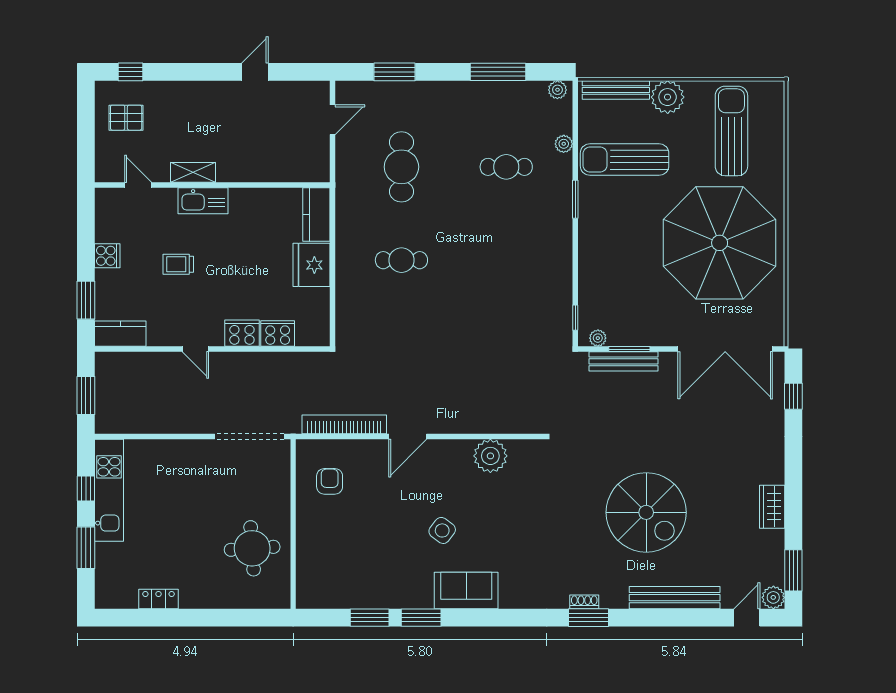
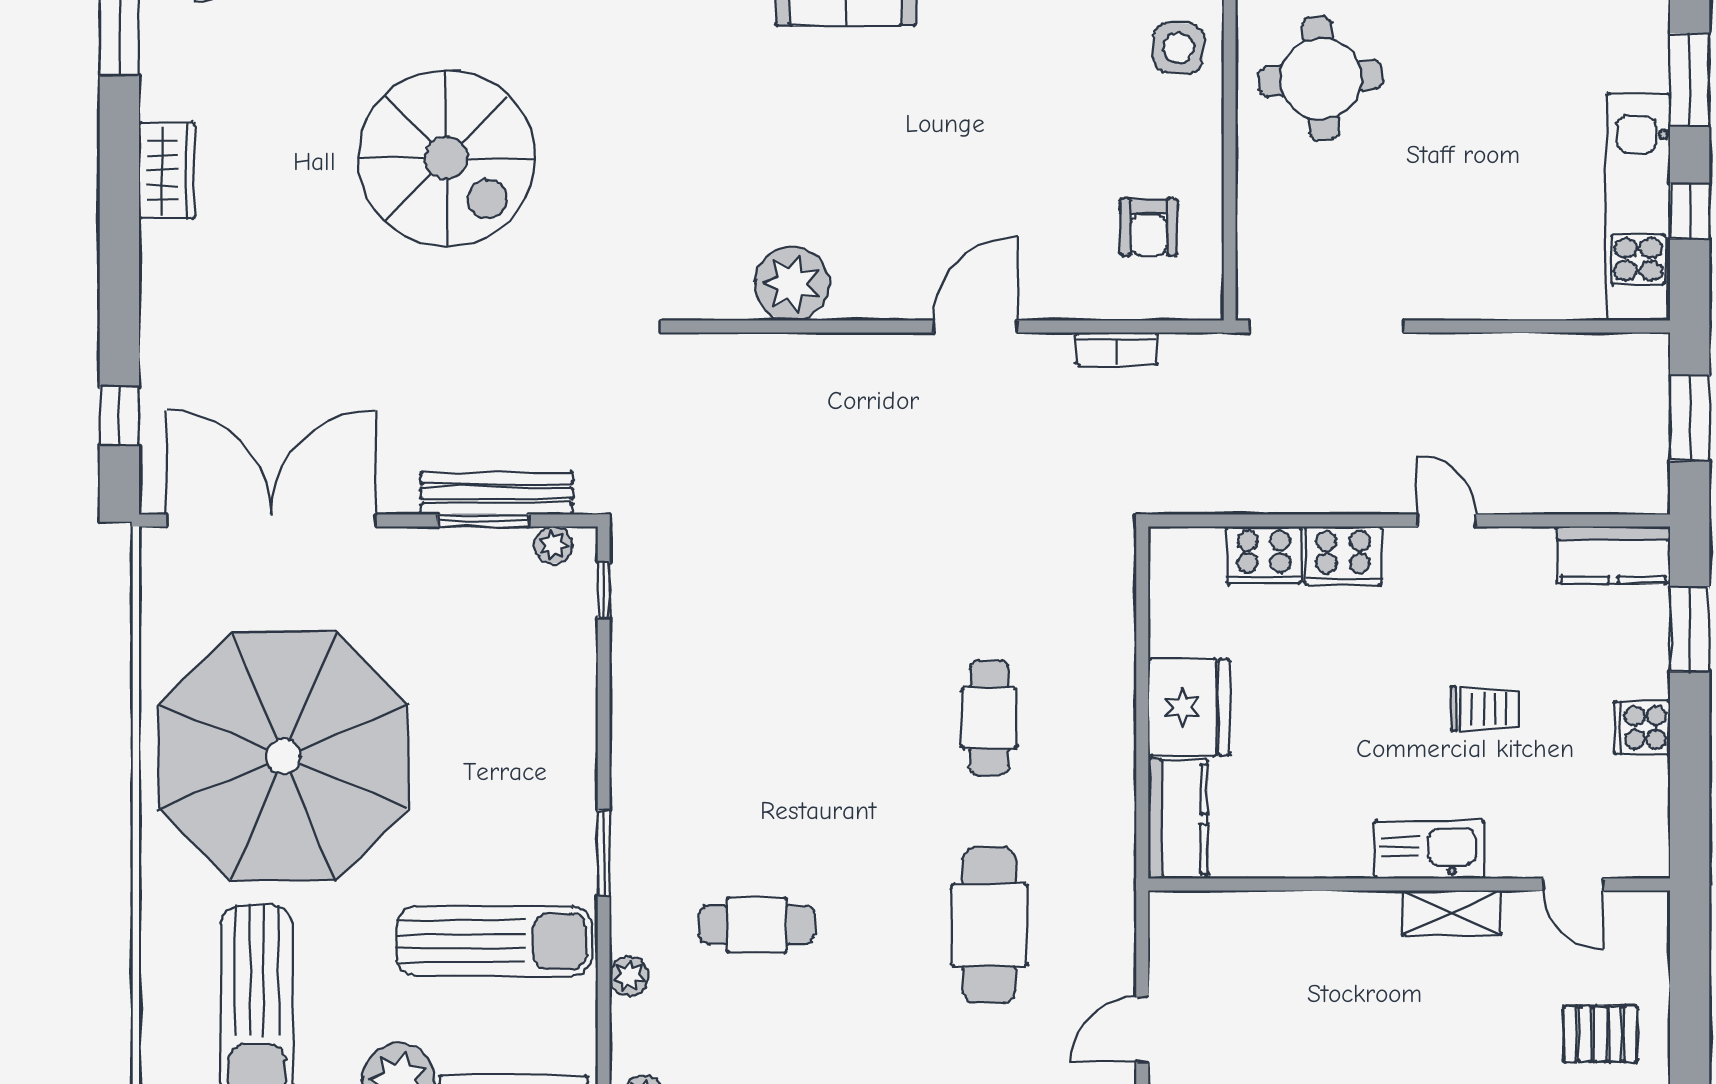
cafe table: (401, 260) -> (989, 718), turned 90
bookcase: (344, 424) -> (1116, 348), width x0.43, depth x0.76
spiral stairs: (646, 512) -> (446, 158), turned 180
side table: (442, 530) -> (1178, 48), moved, turned -34

